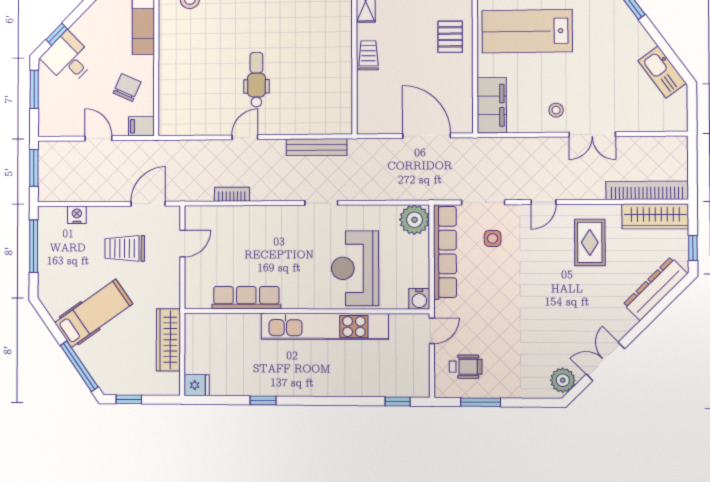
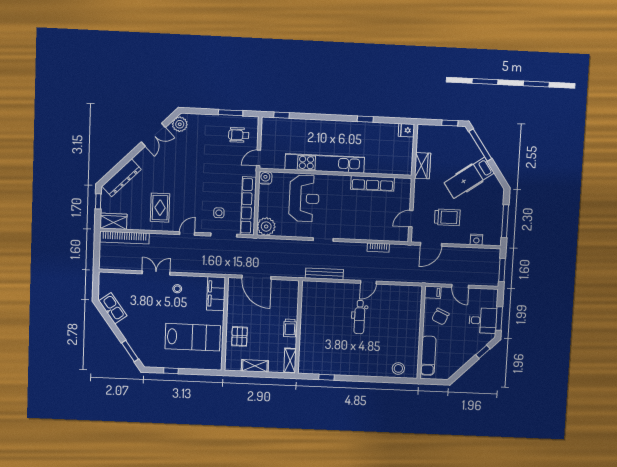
desk: (68, 59) -> (483, 321), moved, turned -45
wardrobe: (655, 216) -> (113, 221), width x0.67
wardrobe: (168, 340) -> (422, 166), width x0.67

